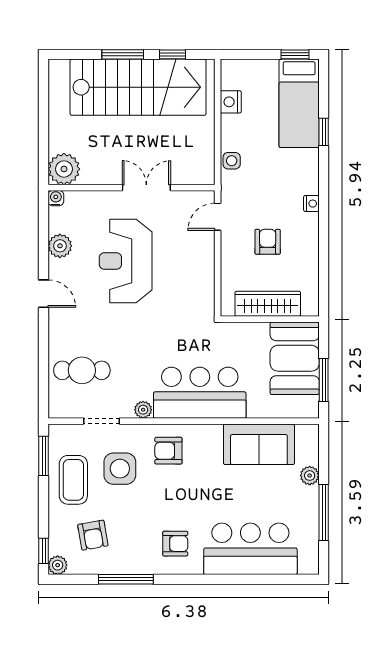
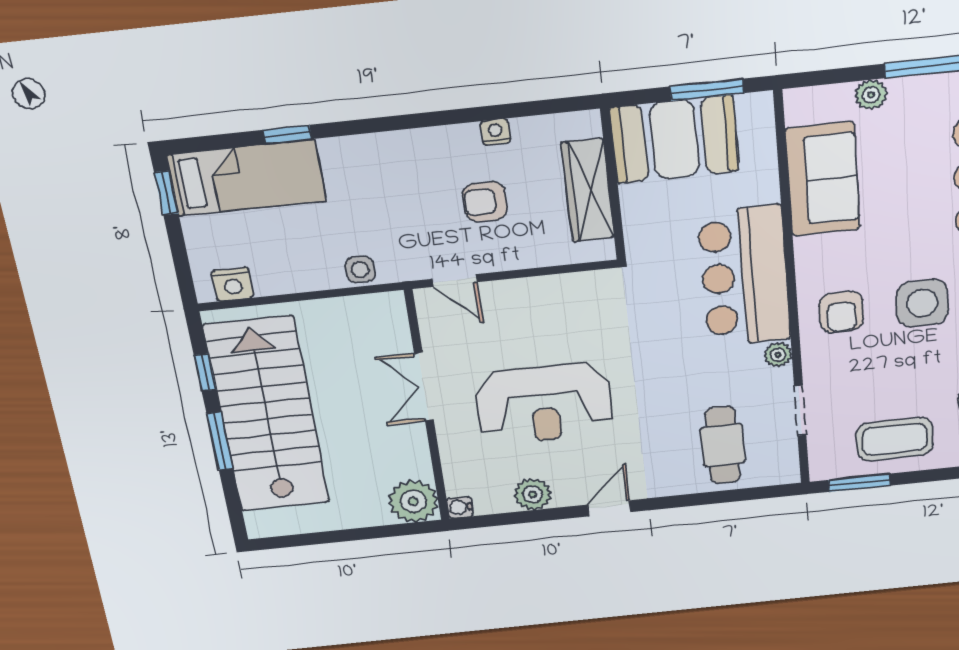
nightstand: (231, 102) -> (233, 284), moved
nightstand: (311, 204) -> (495, 132), moved
side table: (120, 469) -> (922, 303), moved

